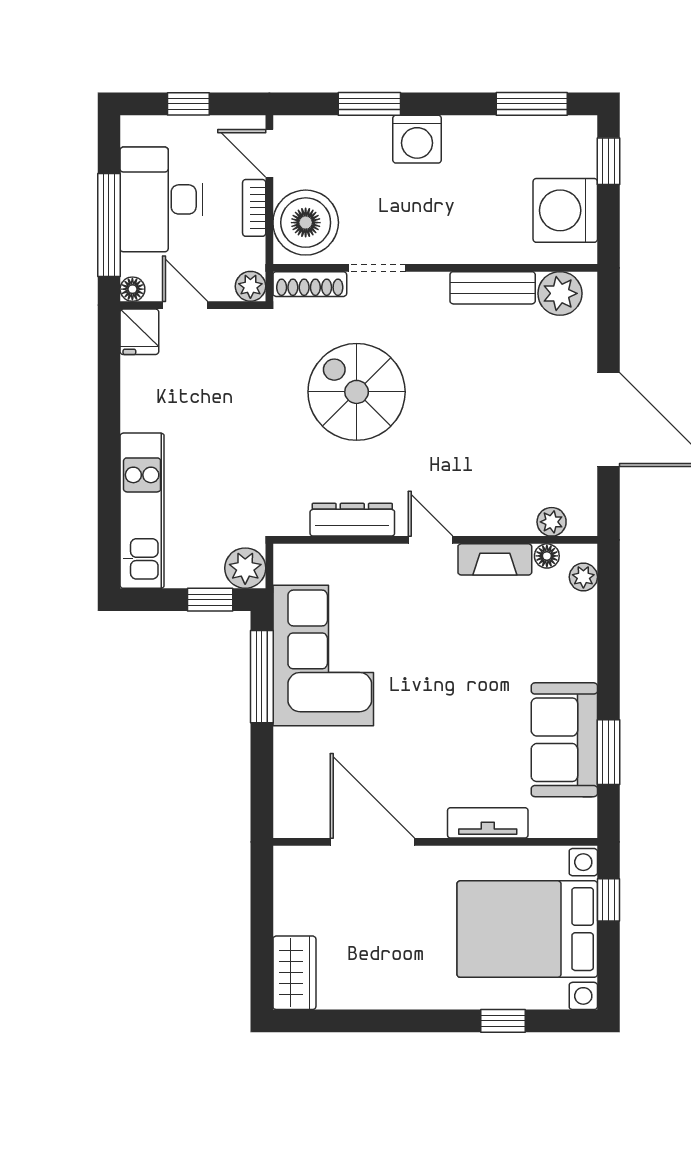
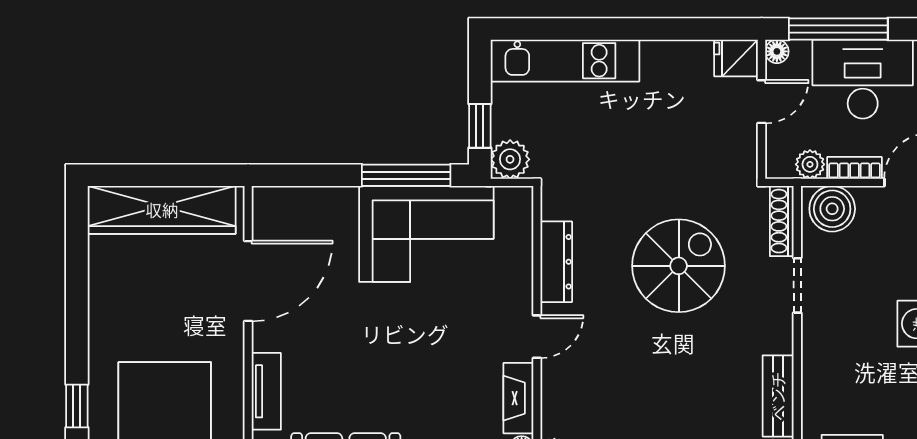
boiler: (306, 223) -> (832, 209), width x0.73, depth x0.73
plant: (250, 286) -> (810, 164), moved
wardrobe: (294, 973) -> (162, 210), width x2.10, depth x1.17

